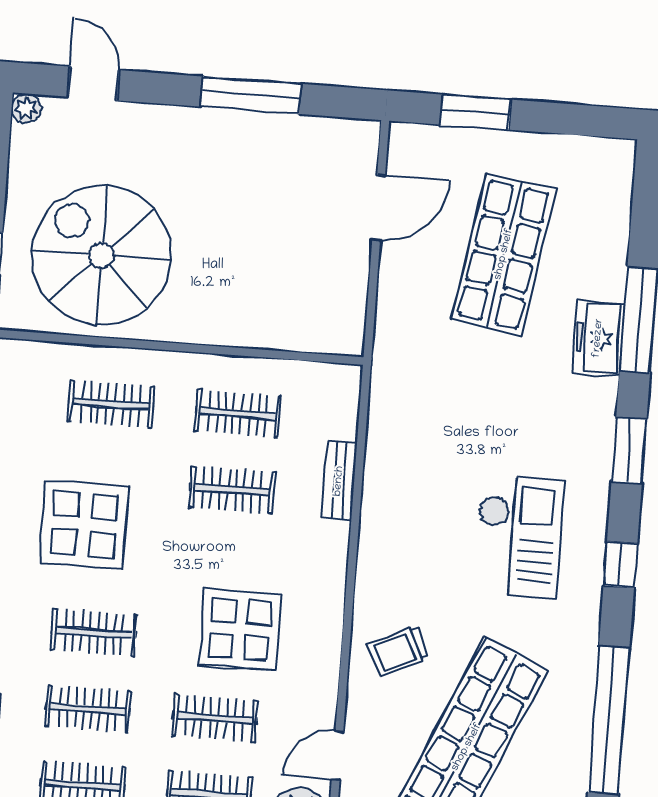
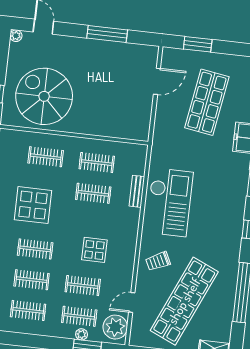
checkout: (519, 537) -> (169, 202), moved, width x1.36, depth x1.21
display table: (240, 629) -> (94, 250), width x0.73, depth x0.73

